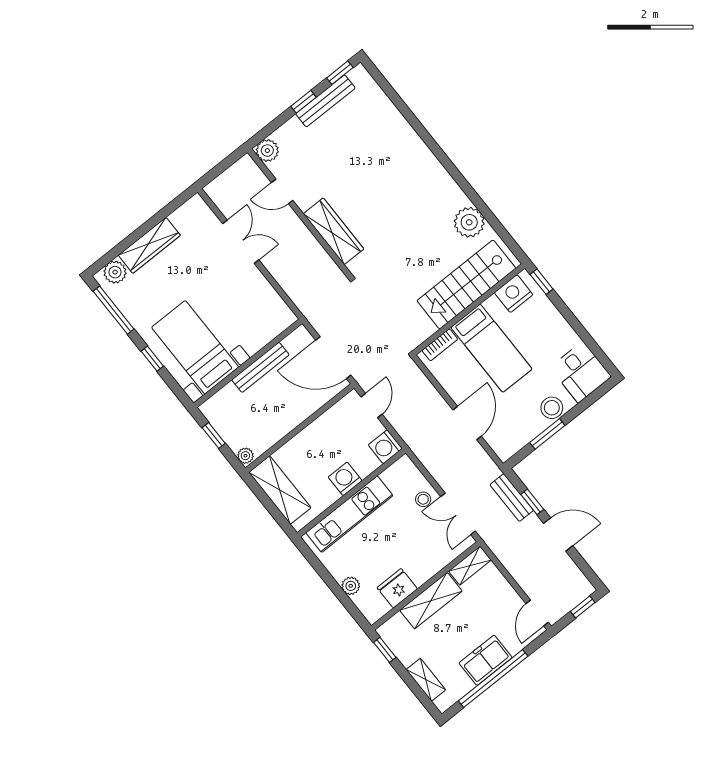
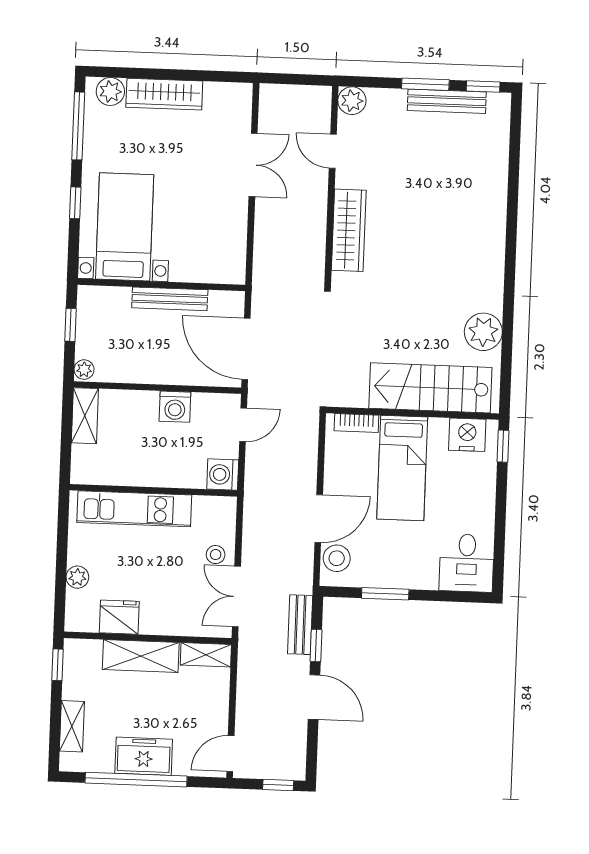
window: (303, 102) -> (425, 84), width x1.50
stool: (552, 408) -> (337, 558), moved
washing machine: (345, 479) -> (175, 407), moved, turned 180
shelving: (280, 490) -> (85, 416), width x0.67, depth x0.75

